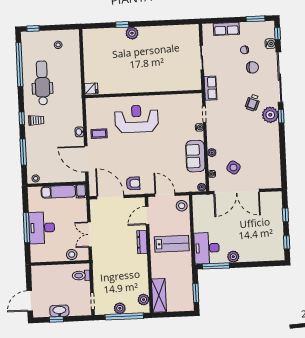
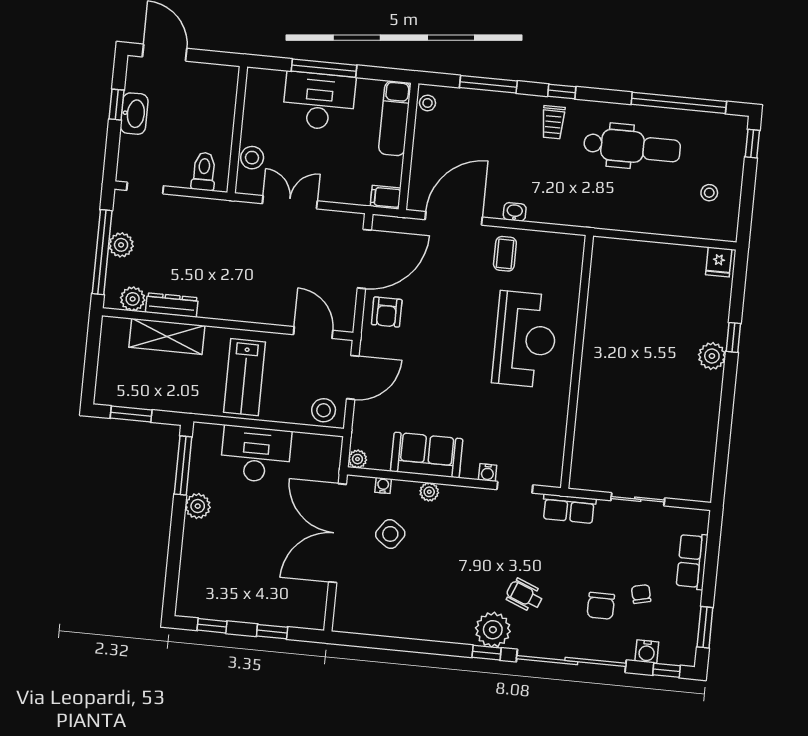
fridge: (91, 88) -> (719, 262), moved
exam couch: (58, 192) -> (395, 118), moved
dresser: (142, 242) -> (172, 305), moved
desk: (207, 248) -> (256, 454), moved
shelving: (159, 295) -> (167, 336), moved

